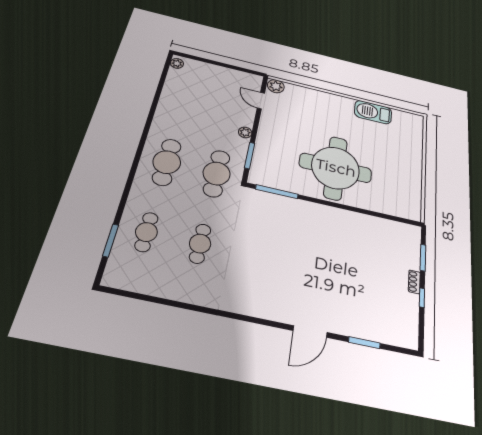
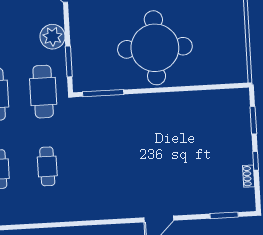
plant: (245, 132) -> (53, 37), width x1.87, depth x1.87
shoe rack: (414, 282) -> (249, 176), moved
window: (364, 343) -> (224, 215), moved

